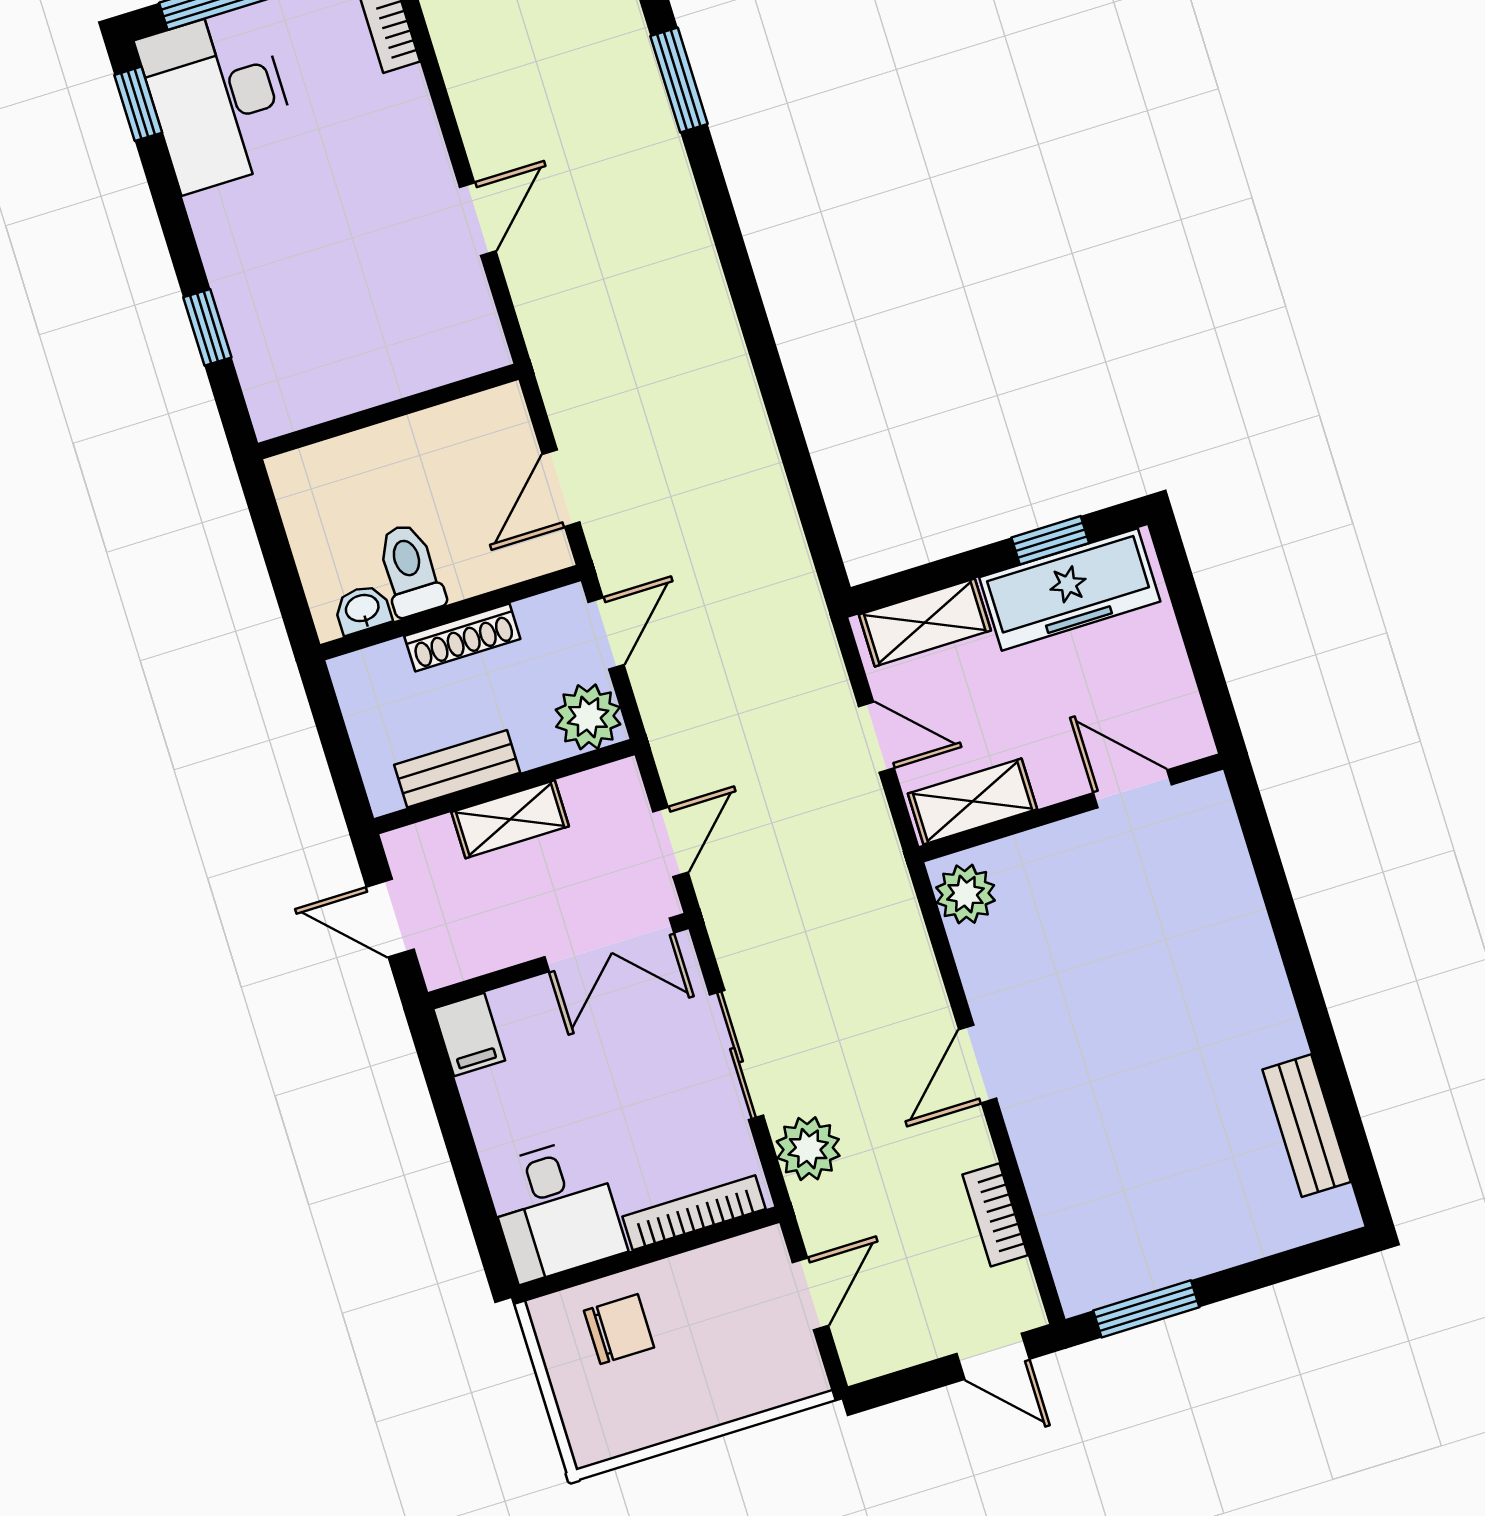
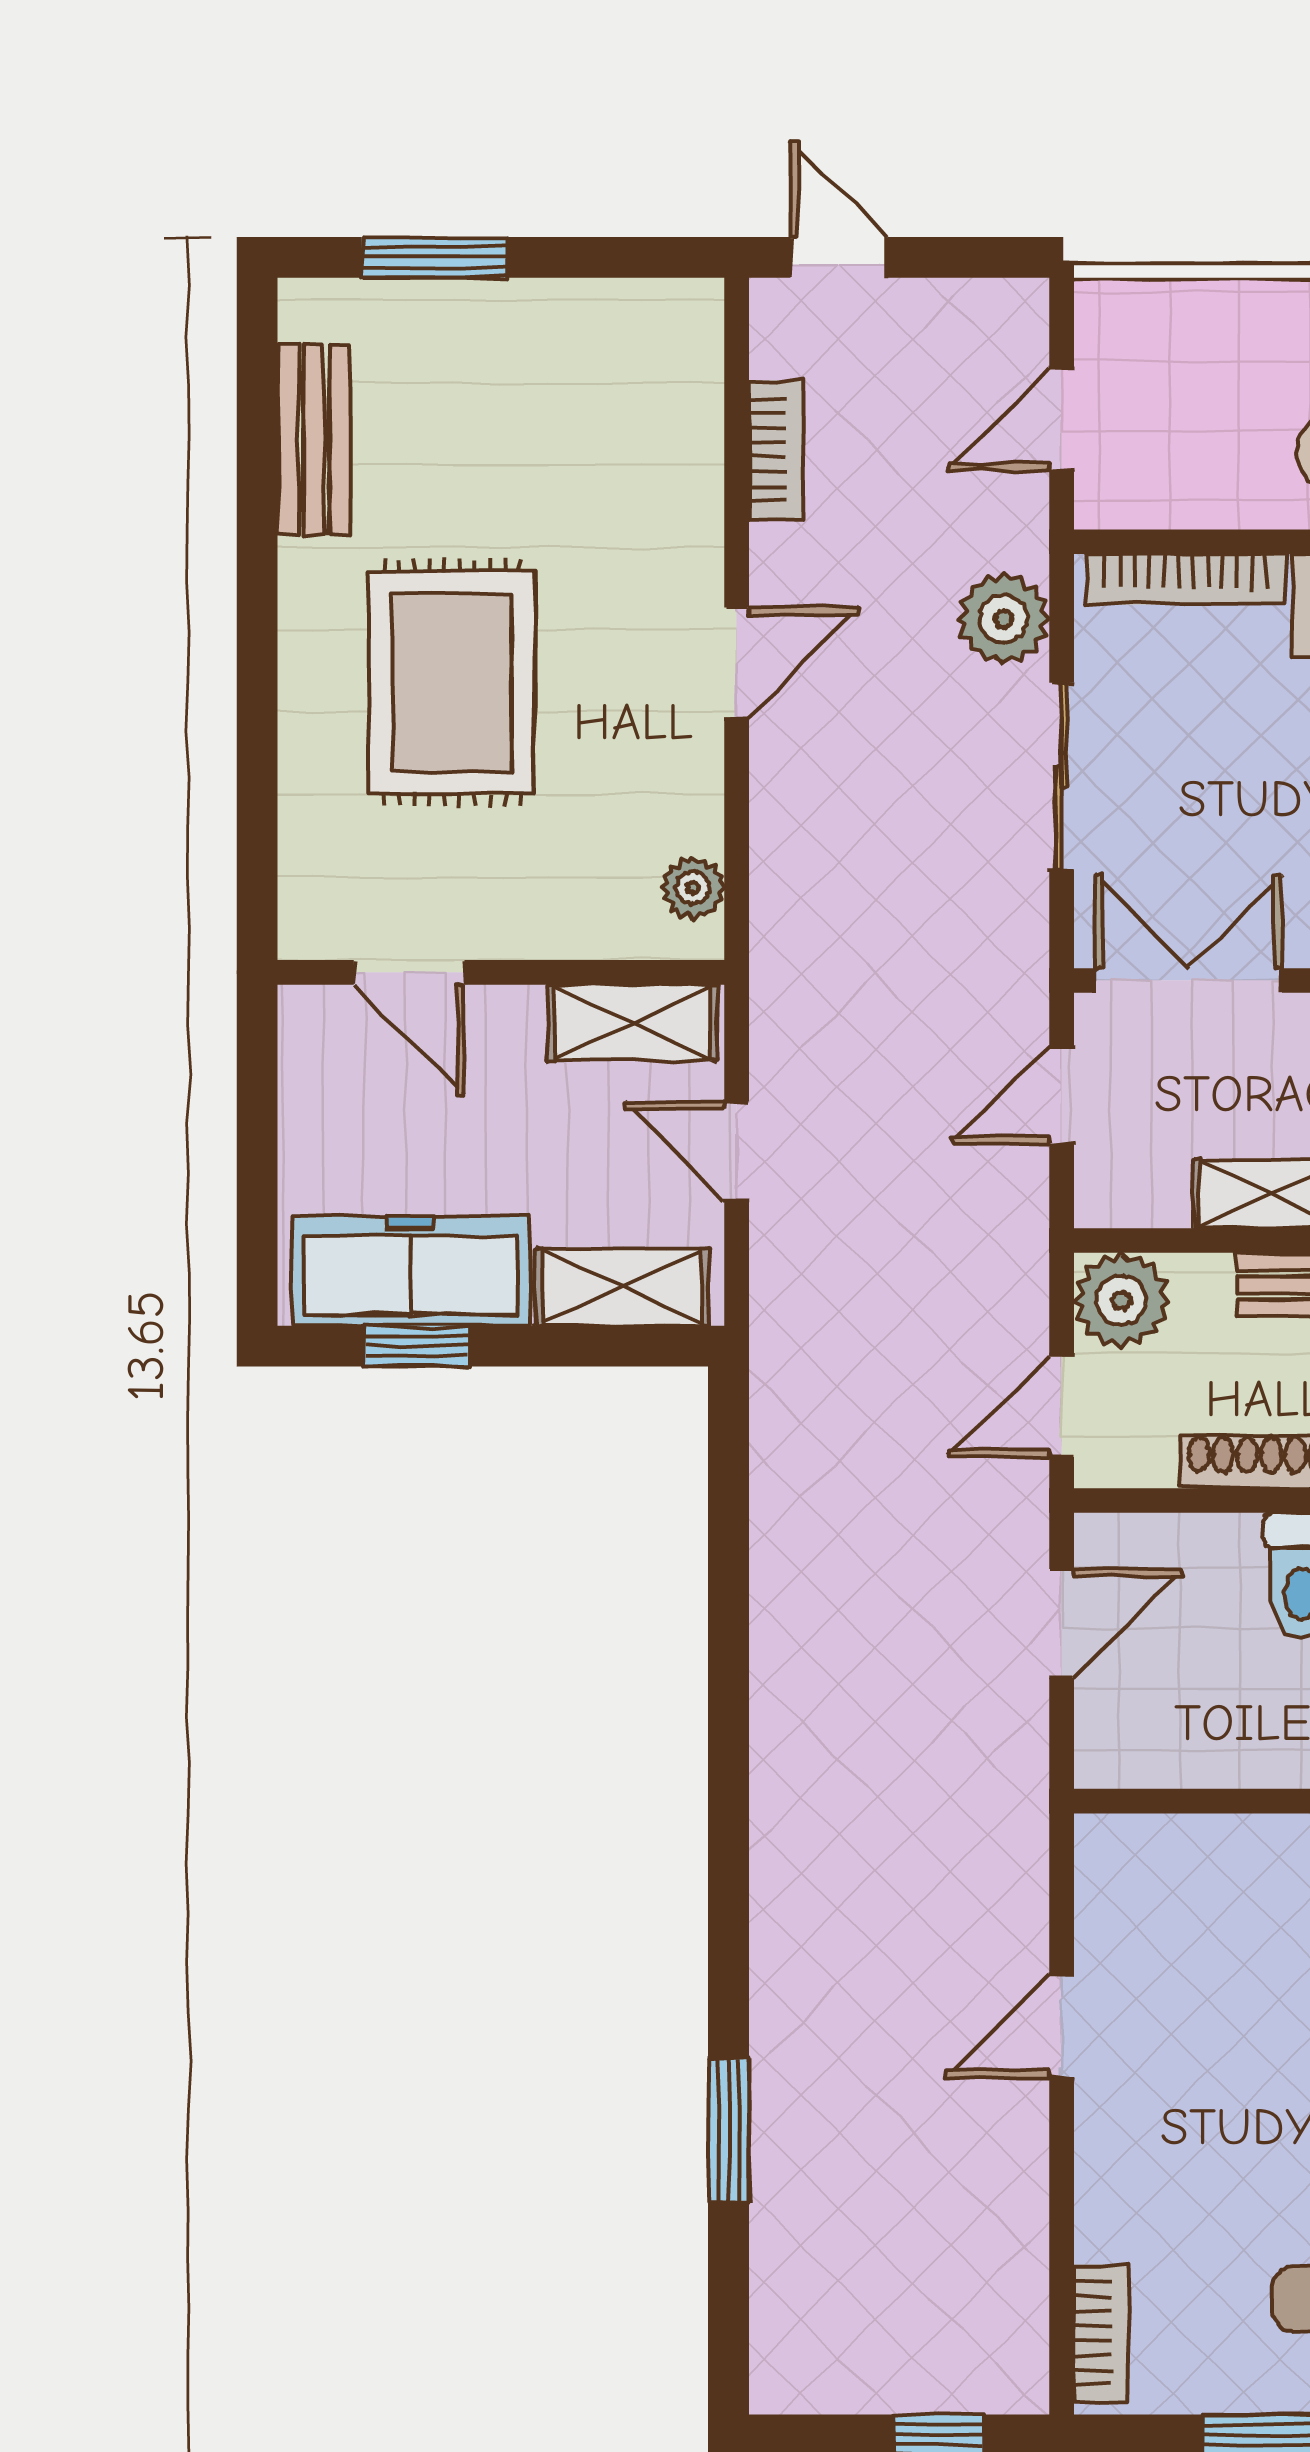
plant: (965, 894) -> (693, 888), width x0.73, depth x0.73
rug: (1164, 992) -> (452, 682), added
window: (1146, 1309) -> (435, 257), moved

